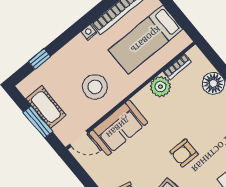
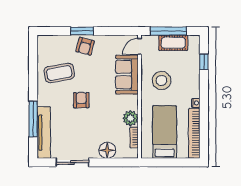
window: (38, 122) -> (168, 31), width x1.44

